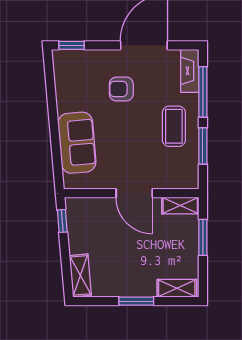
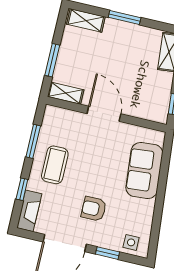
window: (71, 45) -> (108, 253), moved
side table: (73, 63) -> (131, 242), added
armchair: (121, 89) -> (94, 209), turned 180
window: (203, 92) -> (22, 189), width x0.46

